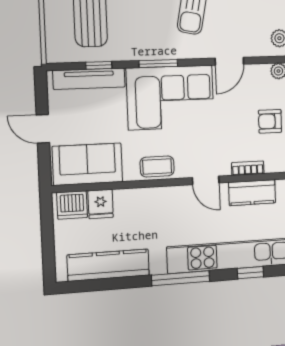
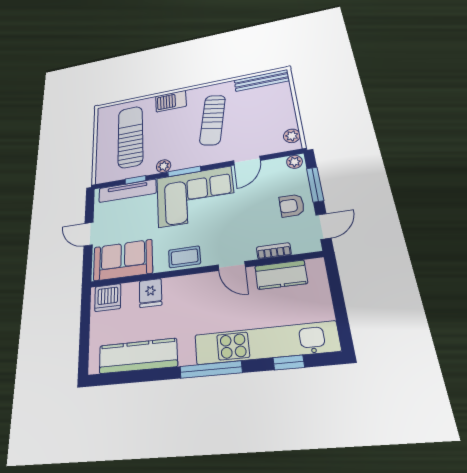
plant: (133, 52) -> (164, 166), added
fridge: (101, 204) -> (151, 293), moved

